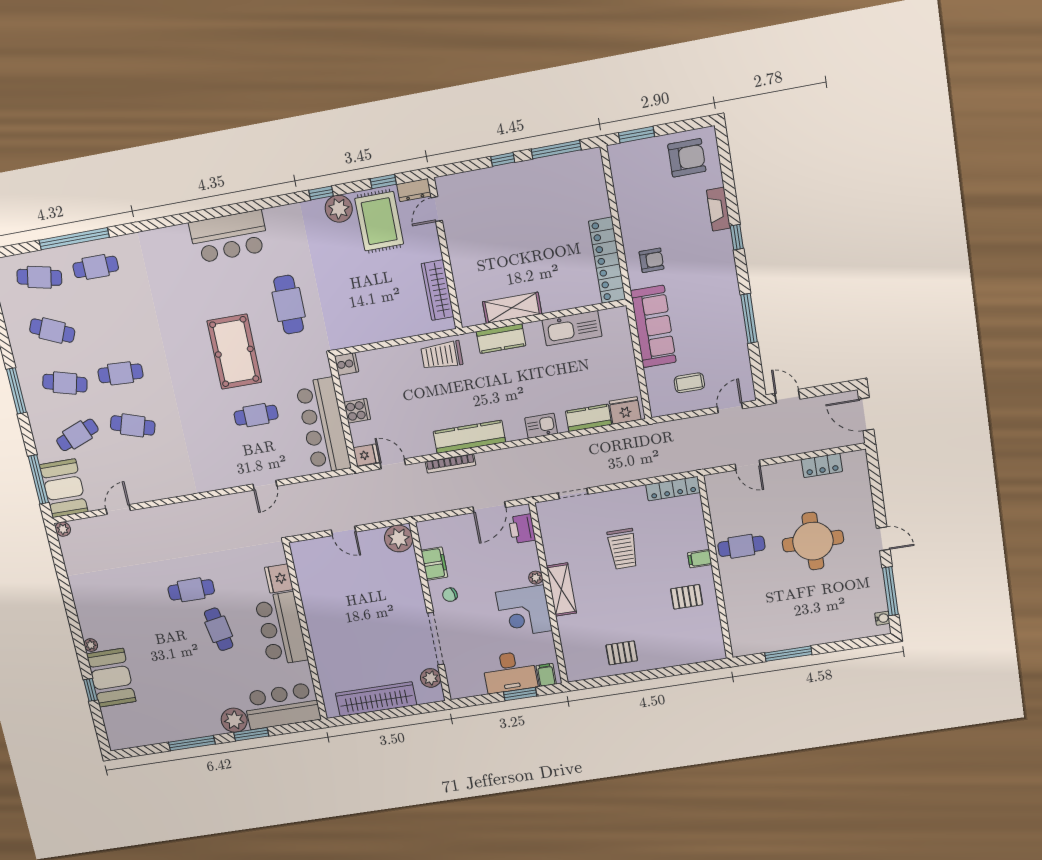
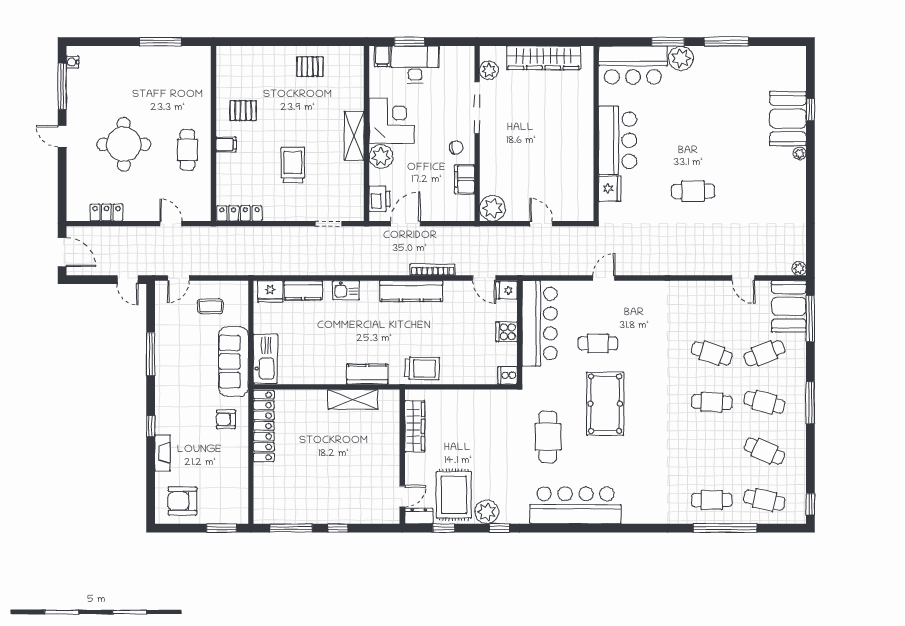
bar counter: (229, 237) -> (576, 505), width x1.36
kitchen sink: (572, 328) -> (265, 359), moved, turned 90
door: (118, 510) -> (743, 278), hinge flipped
cafe table: (741, 546) -> (187, 150), turned 90
plant: (536, 578) -> (381, 156), width x1.87, depth x1.87
cafe table: (219, 629) -> (676, 149), removed

